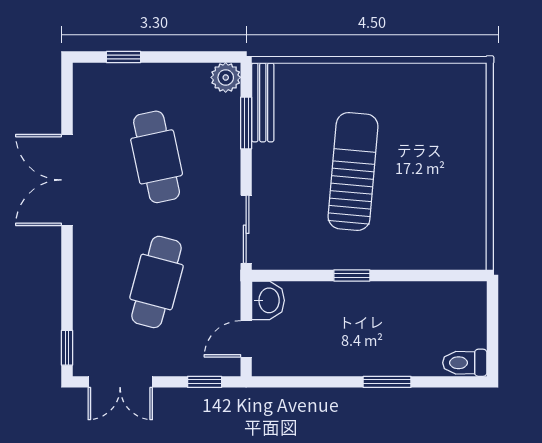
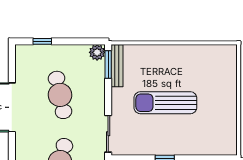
window: (246, 123) -> (108, 64), moved
sun lounger: (353, 171) -> (165, 103), turned -95

